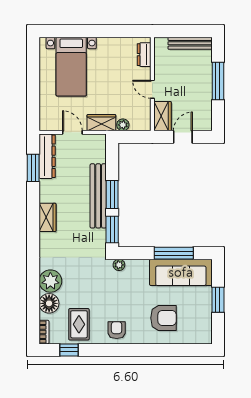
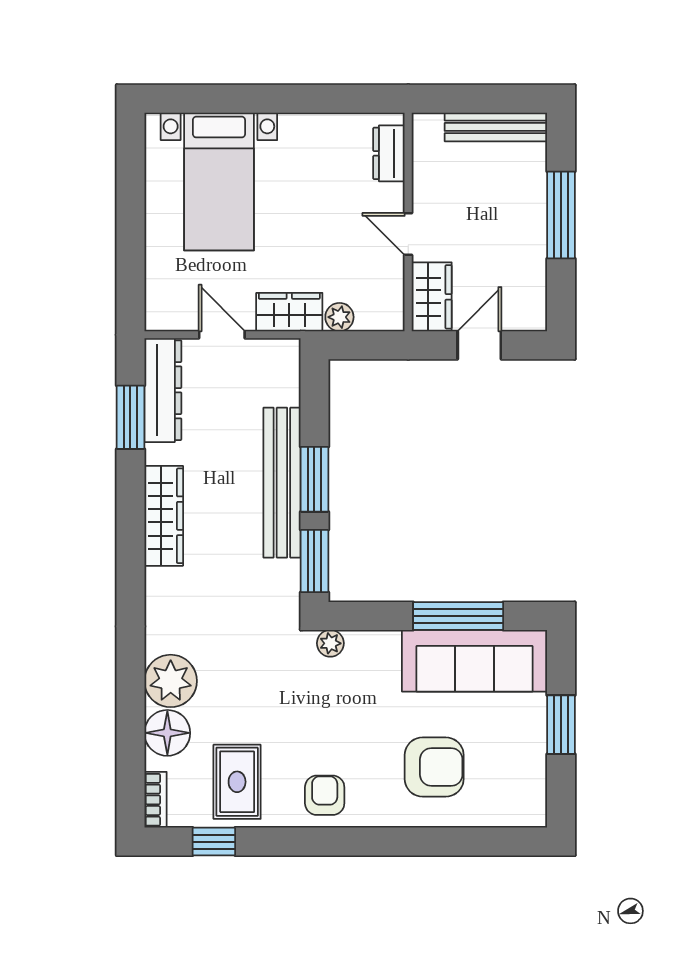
wardrobe: (47, 217) -> (164, 516), width x1.50

